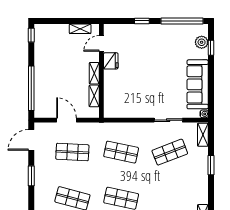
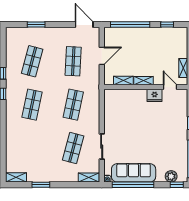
window: (31, 35) -> (167, 25), moved
window: (211, 48) -> (177, 185), moved
window: (211, 85) -> (133, 185), added
shop shelf: (170, 152) -> (73, 148), turned 36
window: (211, 165) -> (41, 185), moved
window: (31, 176) -> (36, 25), moved

